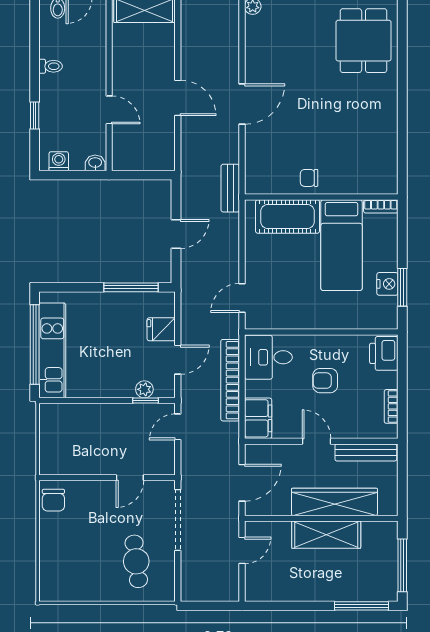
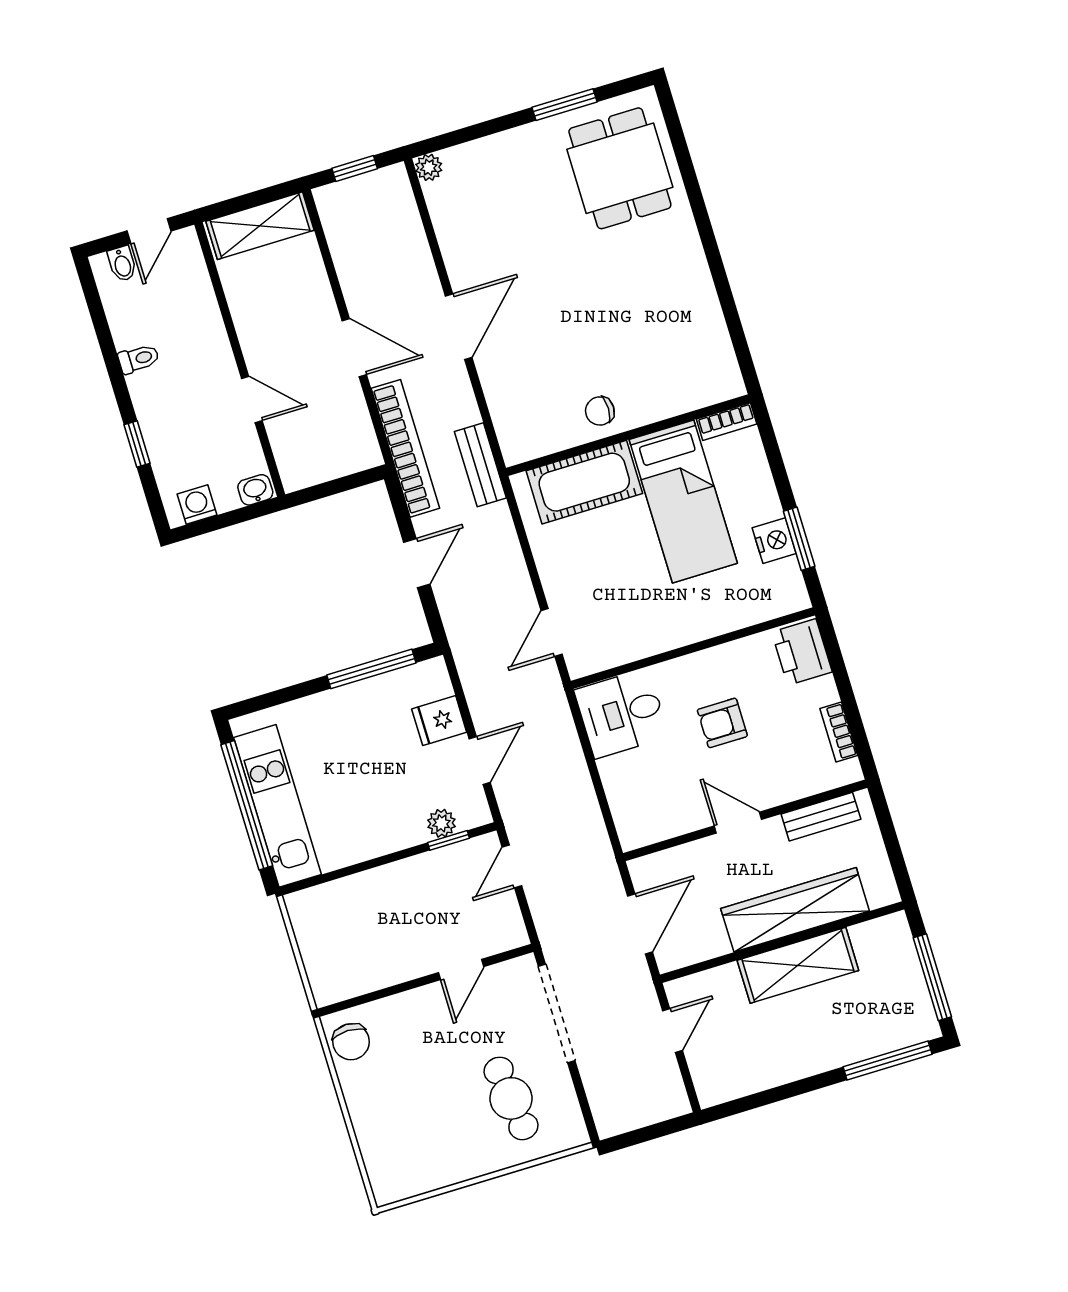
bookcase: (230, 380) -> (405, 448), moved, turned 180
filing cabinet: (258, 418) -> (635, 814), removed
bench: (366, 452) -> (821, 817), width x0.73

